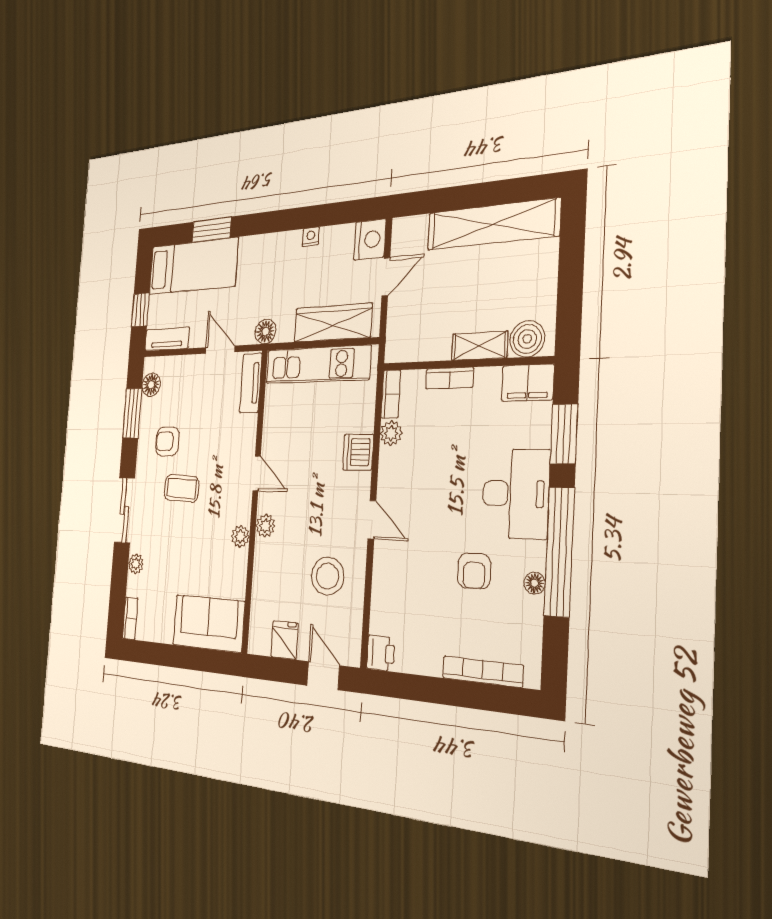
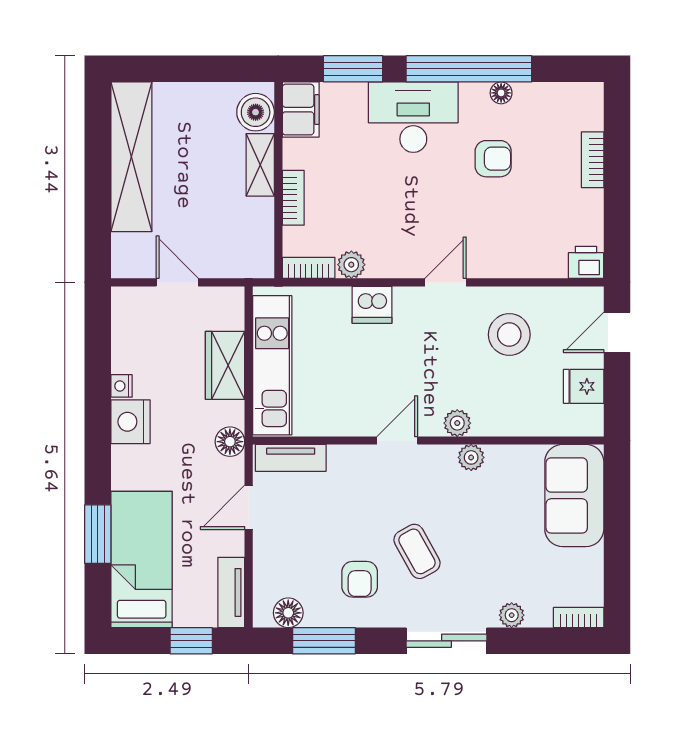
nightstand: (370, 239) -> (131, 422), moved, turned -90
wardrobe: (333, 323) -> (225, 365), width x0.67
coffee table: (181, 488) -> (417, 551), turned -32
bookcase: (483, 672) -> (593, 160), width x0.64

